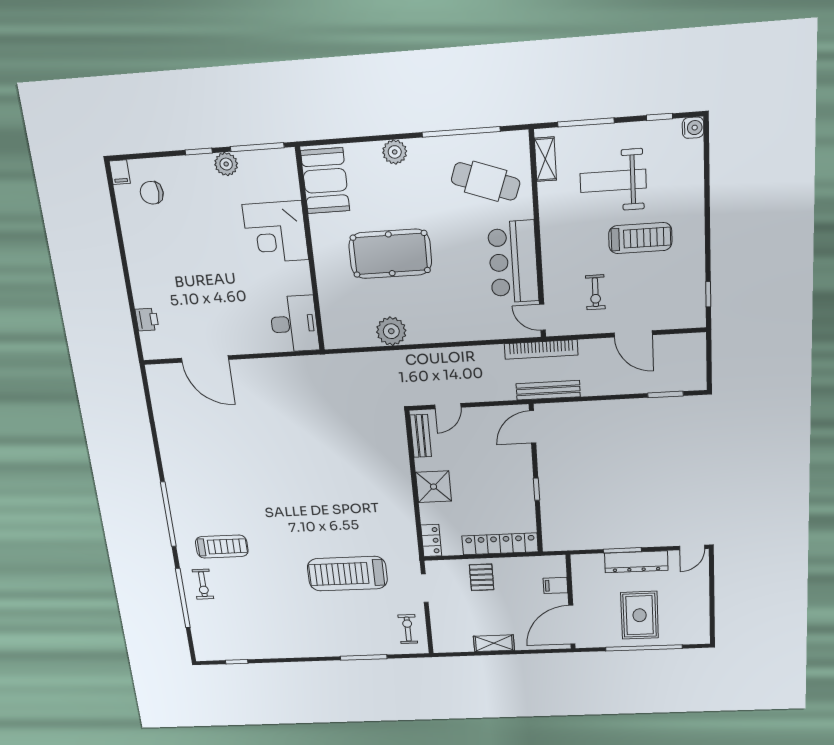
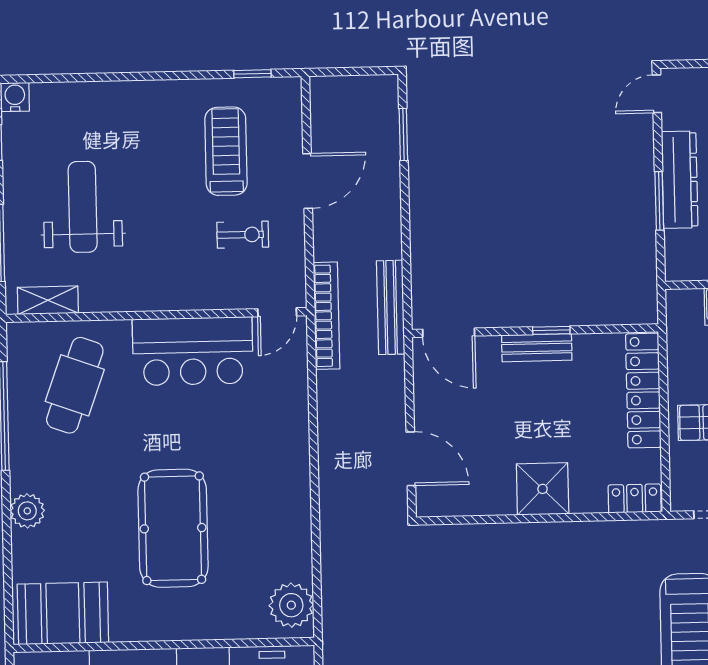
weight bench: (613, 181) -> (83, 207), turned 180
treadmill: (640, 238) -> (226, 151), moved
plant: (391, 331) -> (291, 605), moved
door: (448, 406) -> (411, 459), width x1.38
bench: (421, 436) -> (537, 348), moved
door: (692, 547) -> (657, 94), swing flipped

